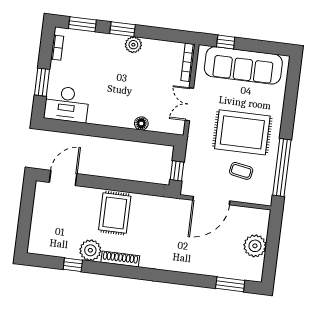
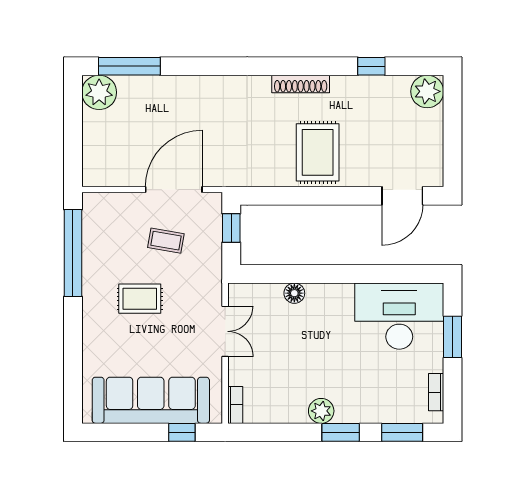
bookcase: (188, 62) -> (235, 405), width x0.64
desk: (67, 104) -> (399, 316), width x1.36, depth x1.30
rug: (242, 132) -> (140, 299), width x0.54, depth x0.49
coffee table: (241, 171) -> (166, 241), moved
plant: (255, 246) -> (99, 92), moved
plant: (90, 250) -> (427, 91), moved
window: (230, 284) -> (129, 66), width x1.44

